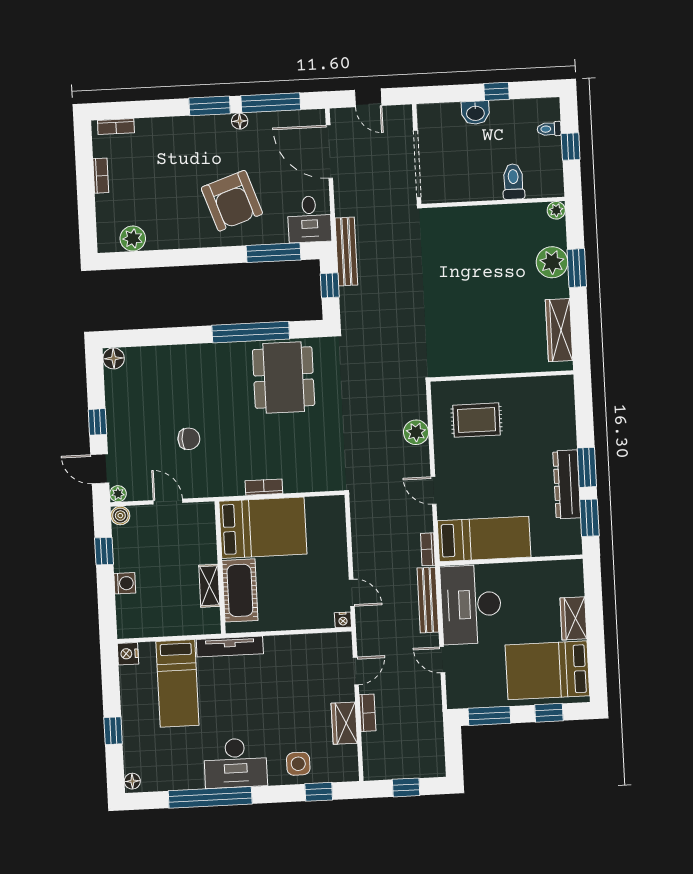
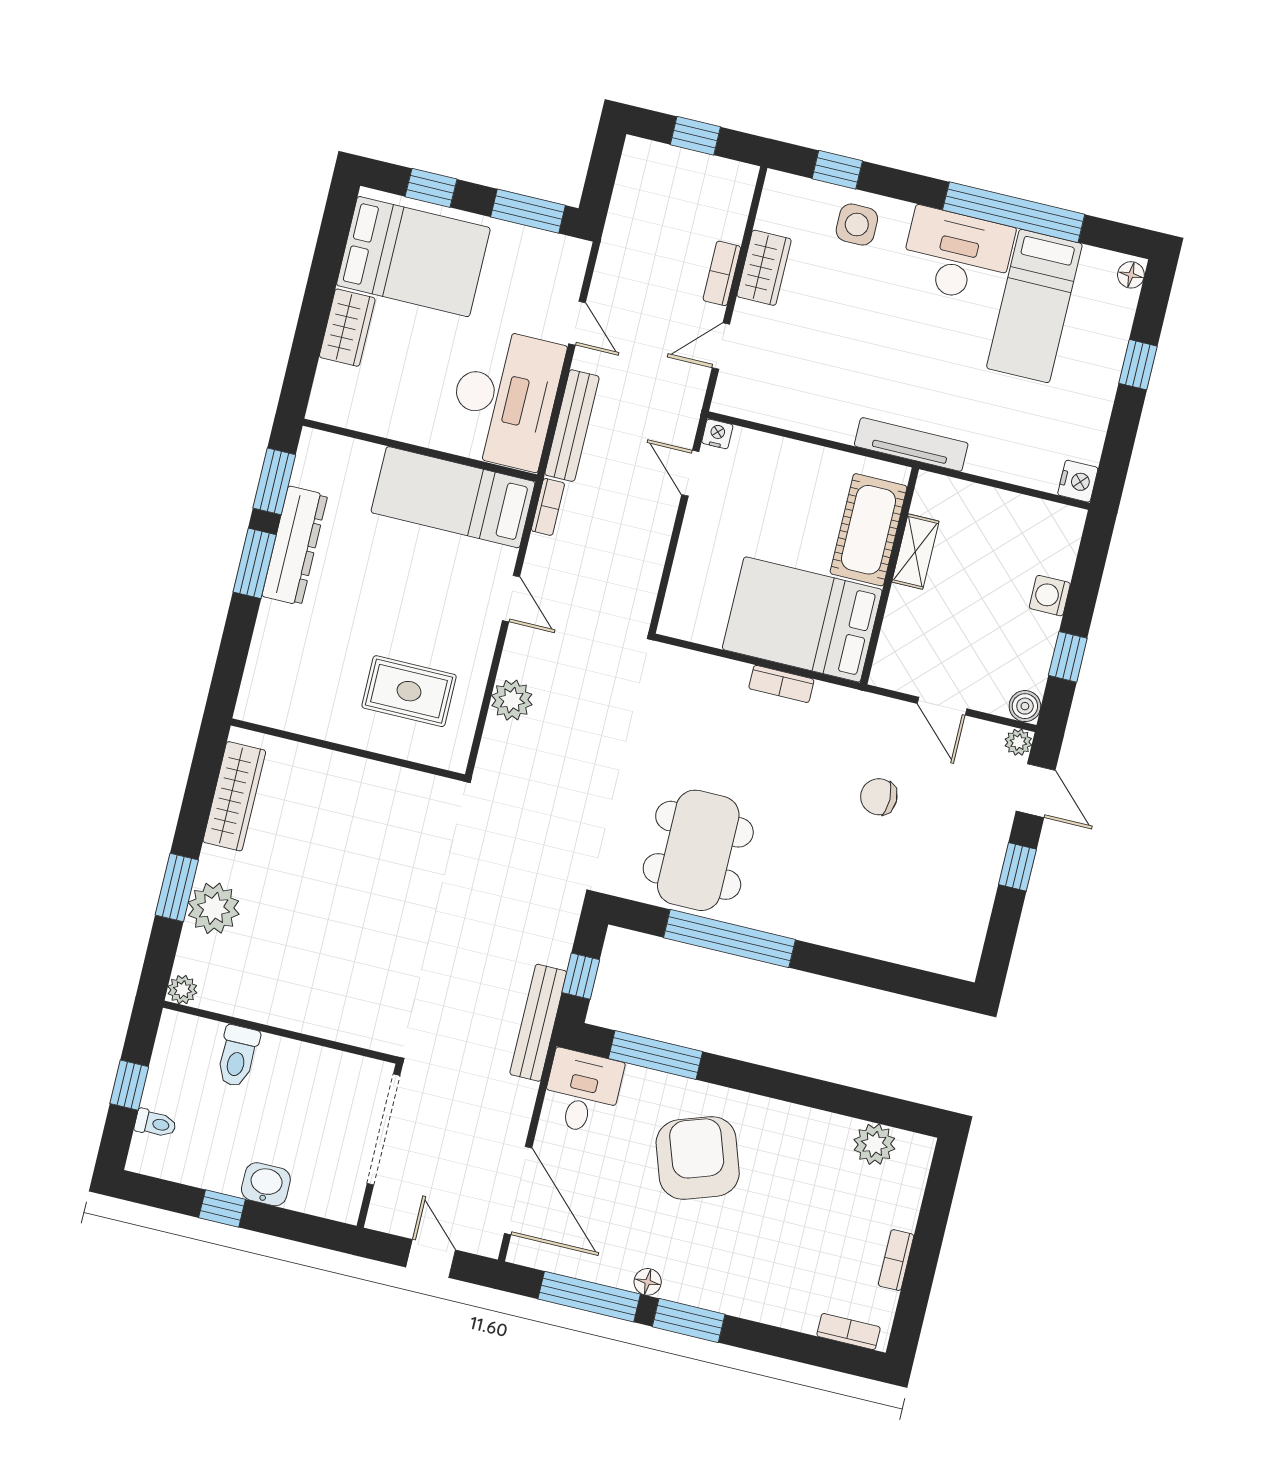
floor lamp: (114, 358) -> (962, 961), removed
bed: (177, 683) -> (1034, 306), moved, turned 180

